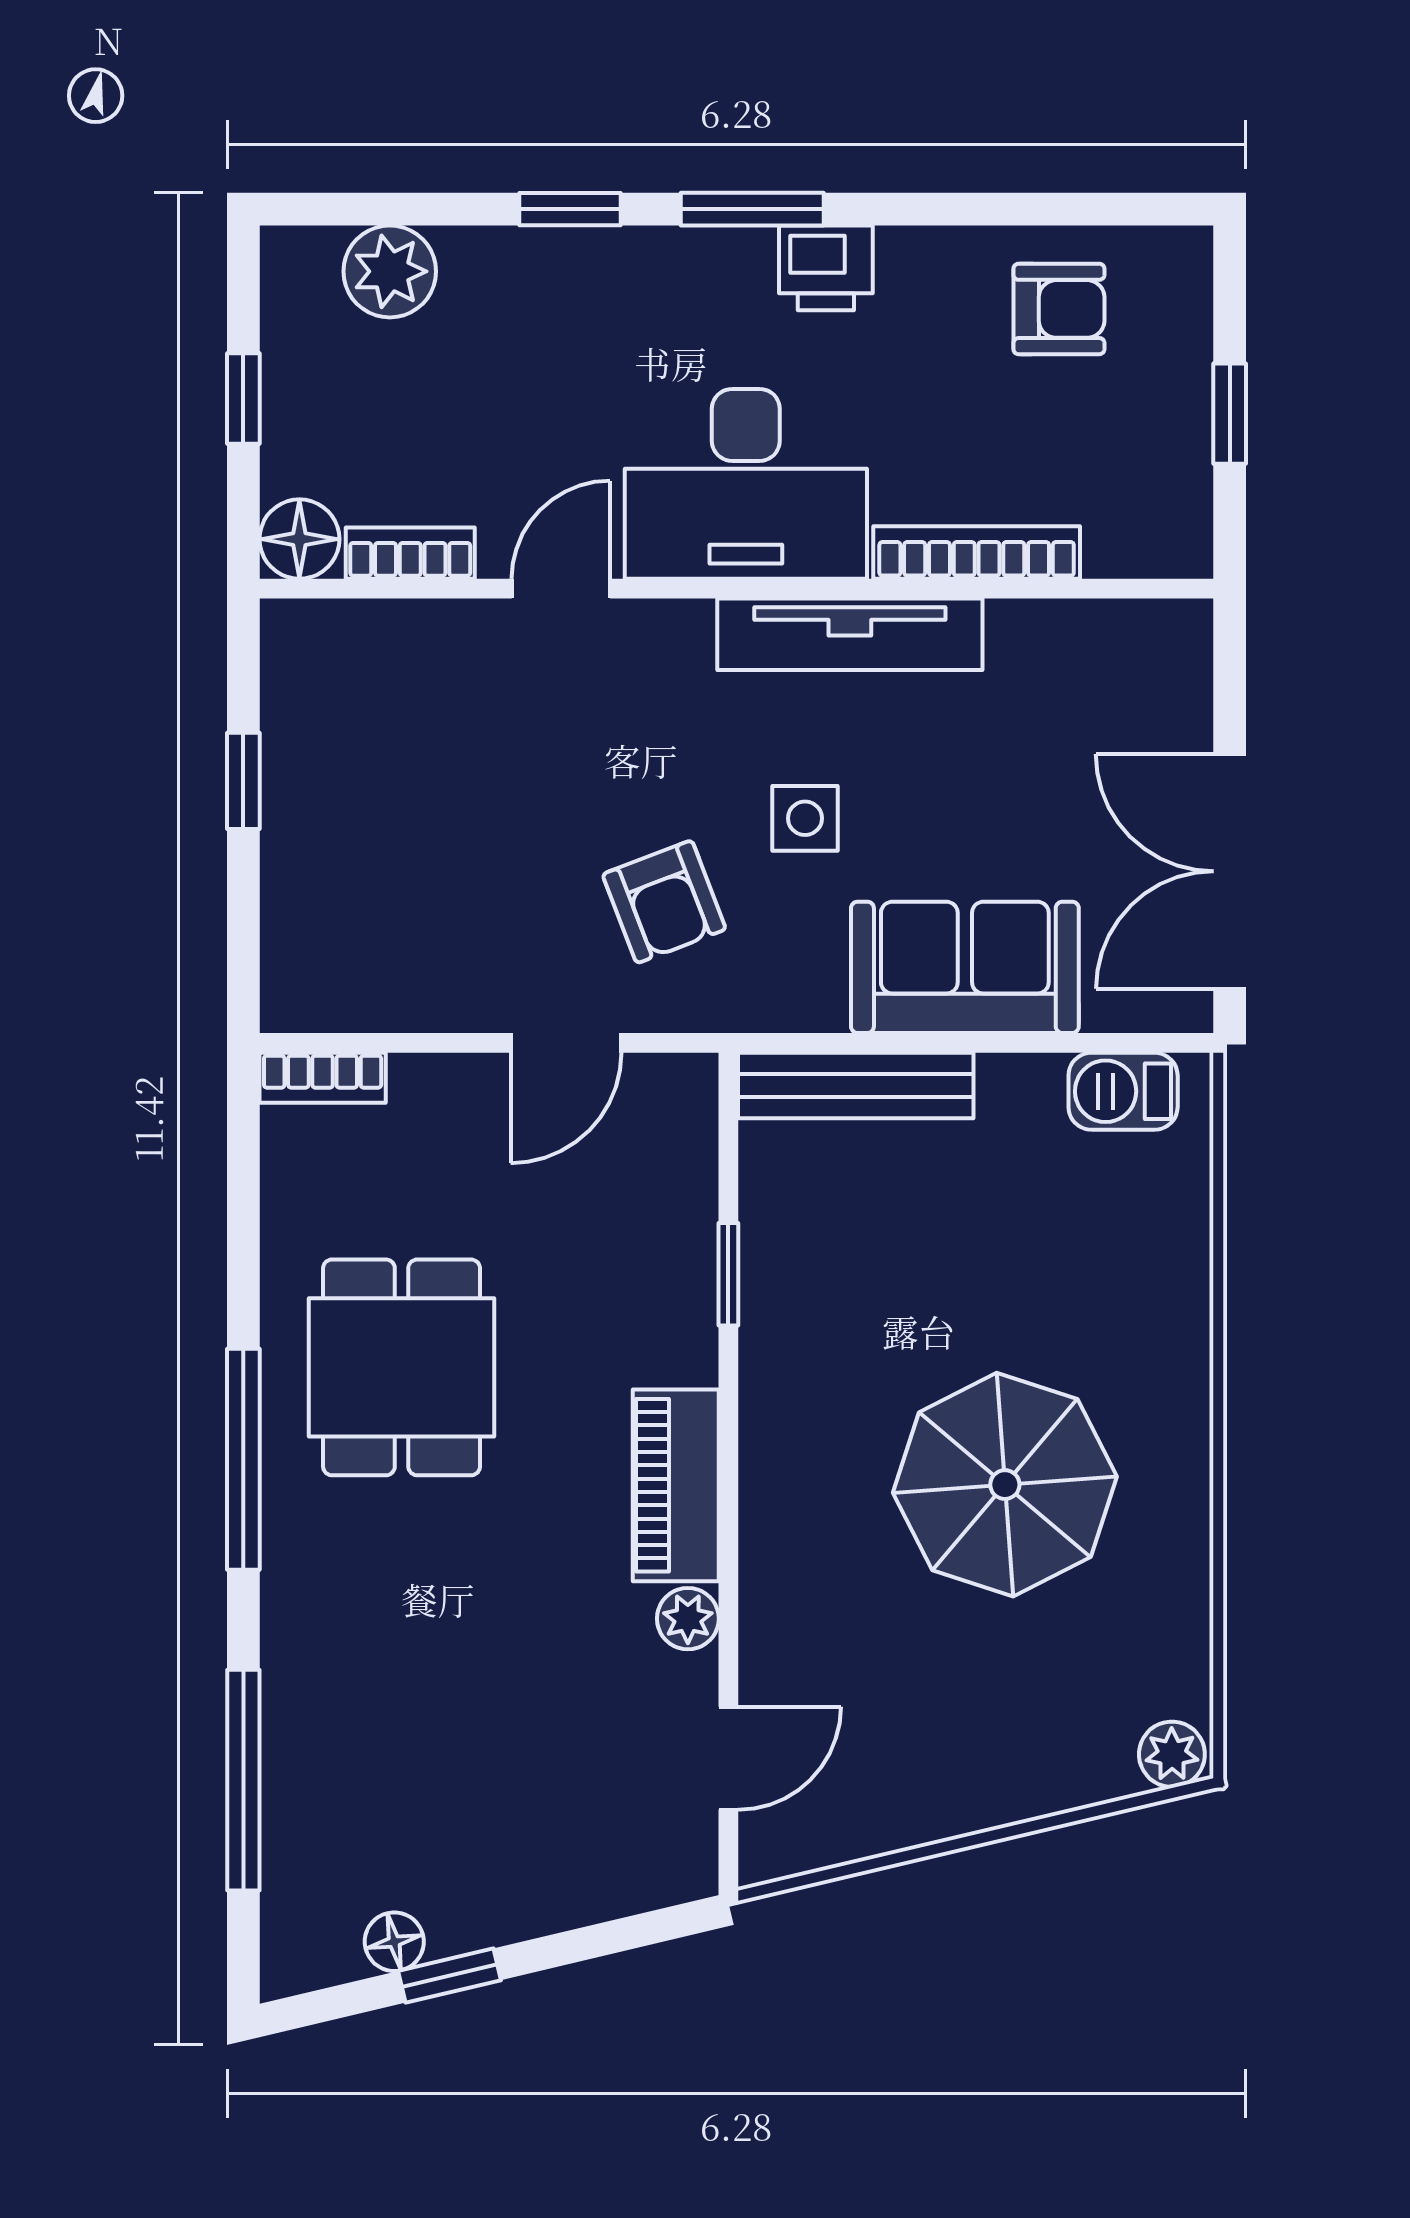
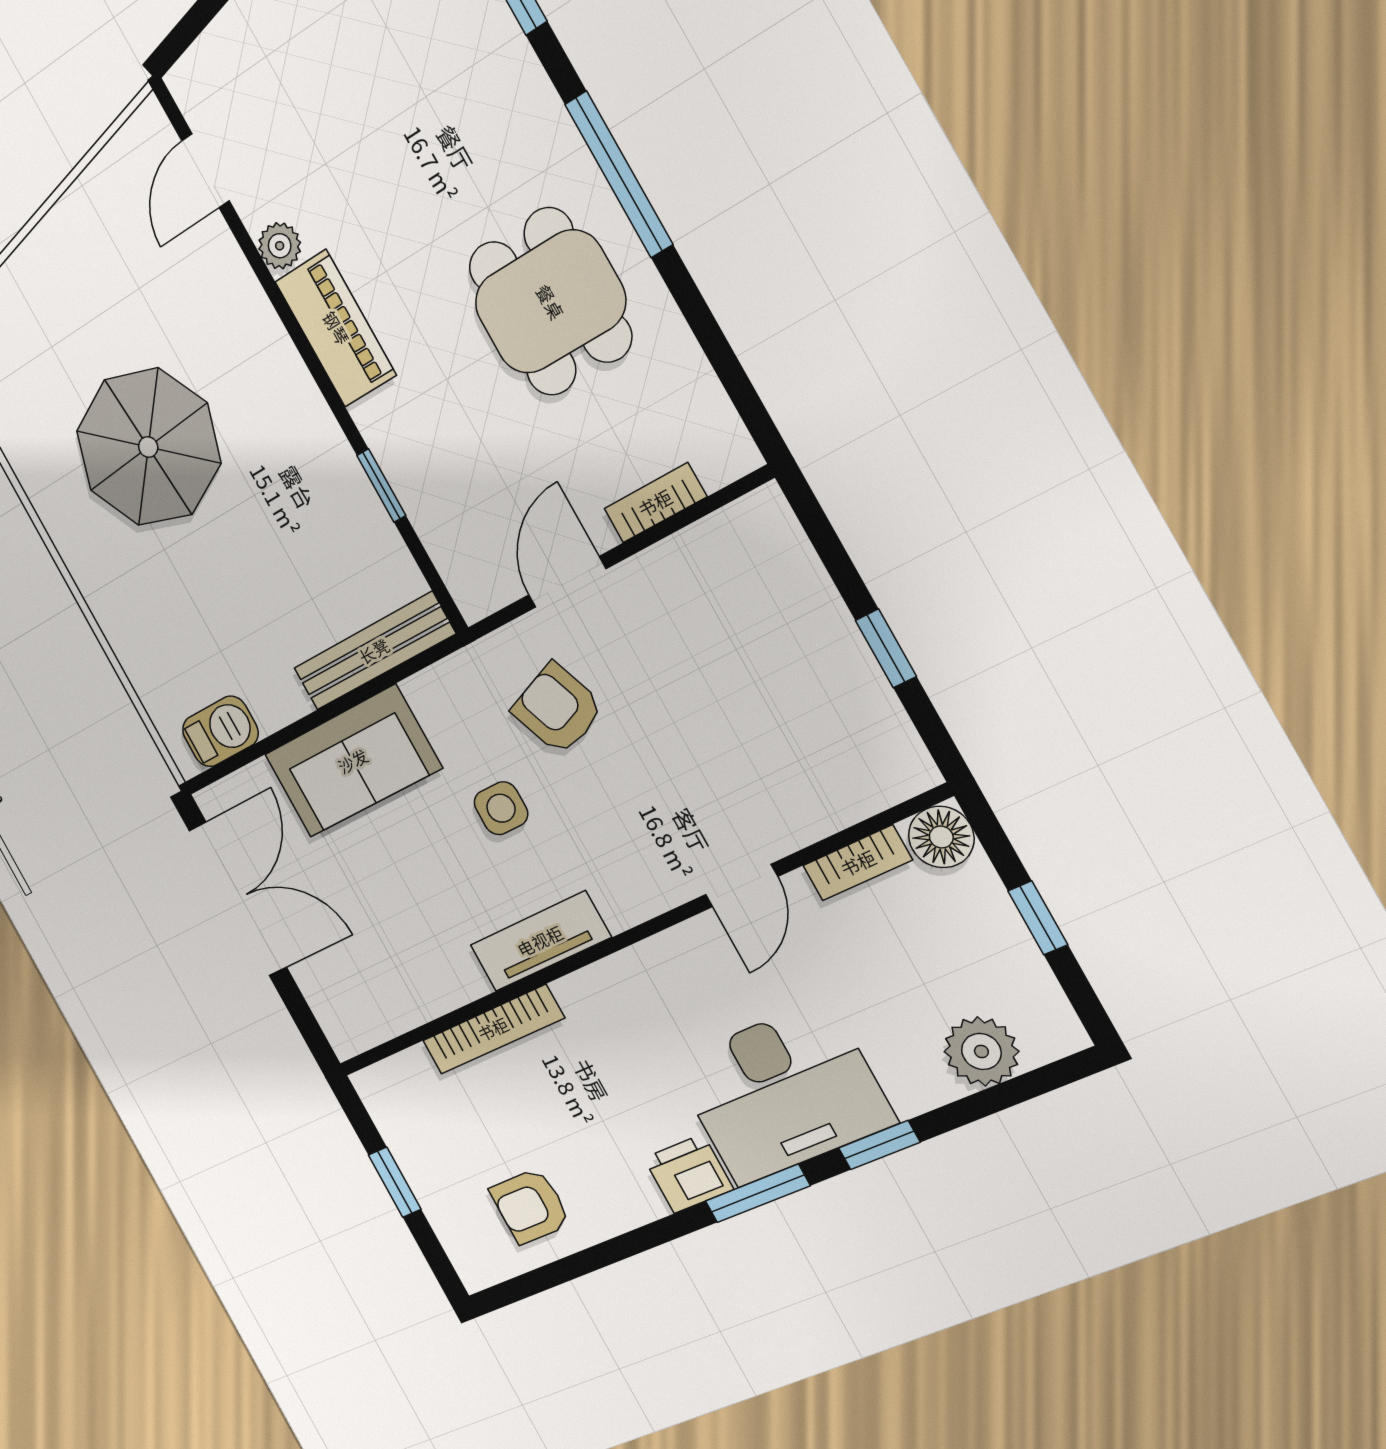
desk: (746, 484) -> (782, 1092), moved, turned 180
tv unit: (850, 634) -> (540, 941), width x0.71
bookcase: (323, 1078) -> (655, 503), moved

